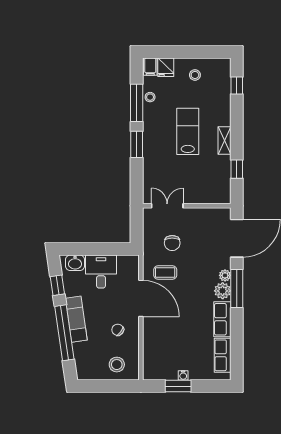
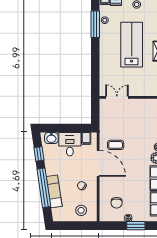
lab bench: (188, 131) -> (132, 45), width x1.36, depth x1.39
window: (137, 144) -> (95, 54), removed
chair: (172, 243) -> (117, 203), moved
filing cabinet: (124, 263) -> (86, 138), added
exam couch: (76, 319) -> (54, 191), moved
window: (178, 386) -> (136, 226), moved

